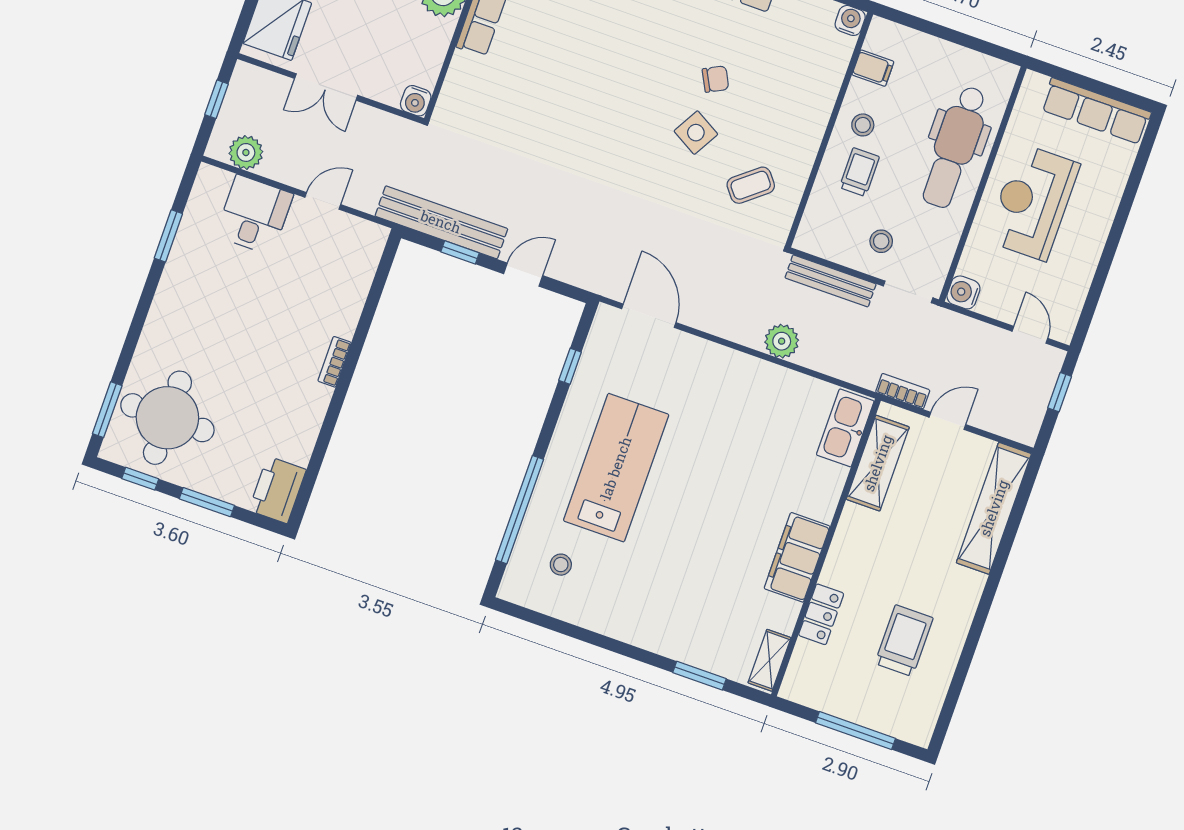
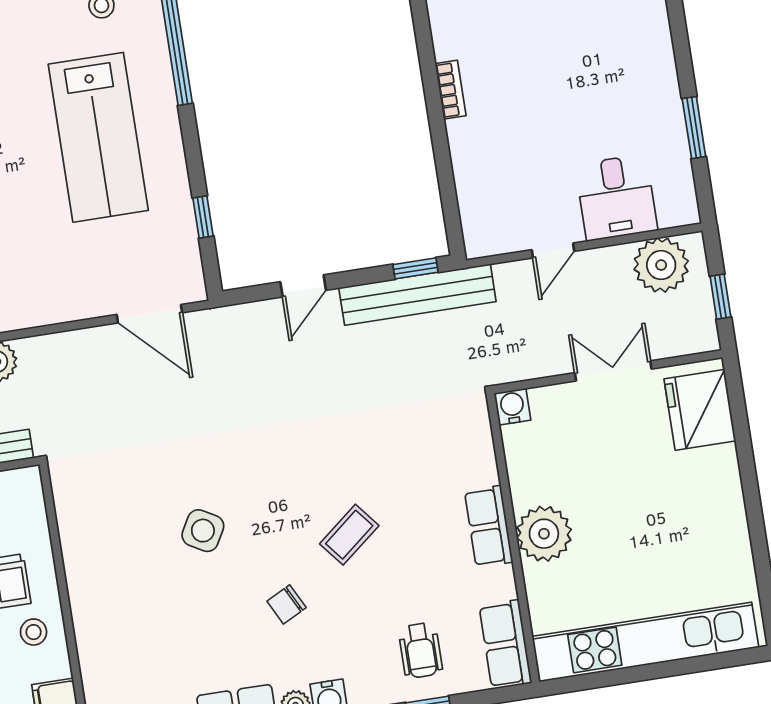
chair: (715, 79) -> (287, 604), moved
plant: (246, 152) -> (661, 265), width x1.36, depth x1.36
coffee table: (751, 185) -> (349, 535), moved
window: (460, 252) -> (415, 268), moved

